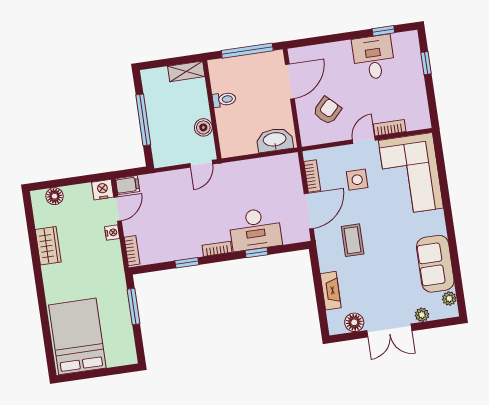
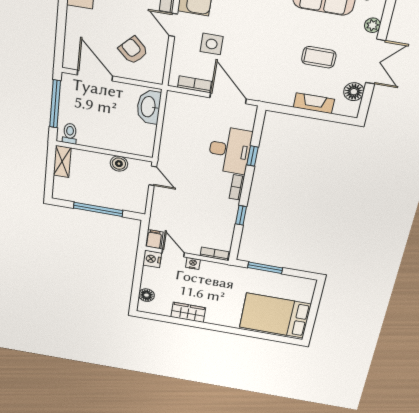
toilet: (224, 99) -> (70, 134), moved
coffee table: (353, 240) -> (319, 57), moved

